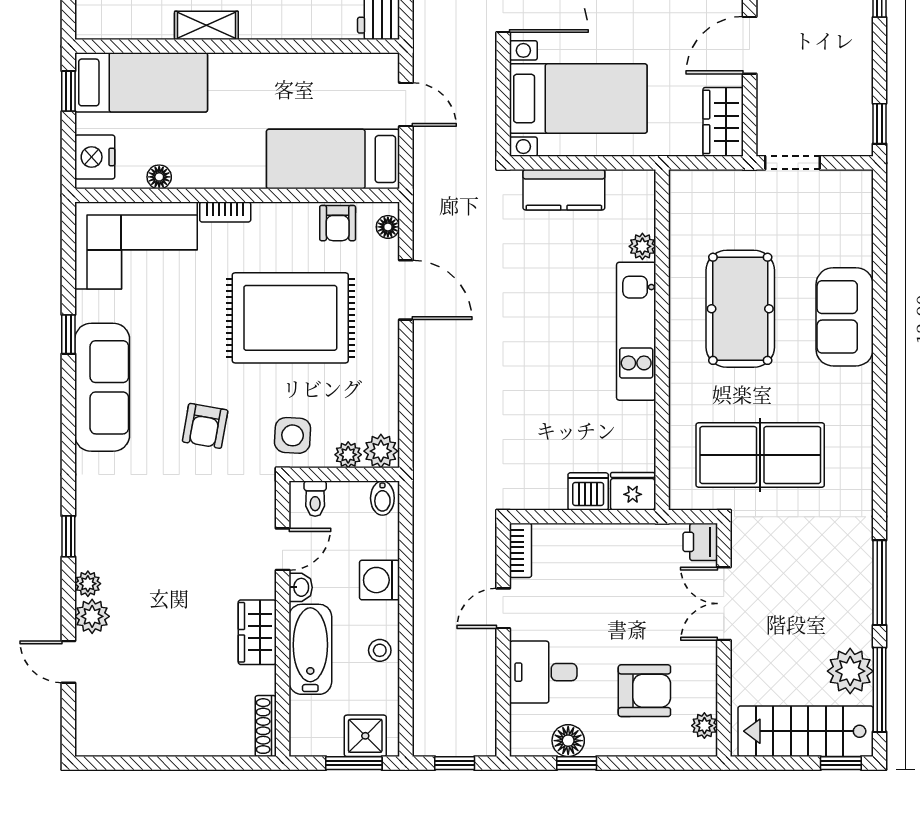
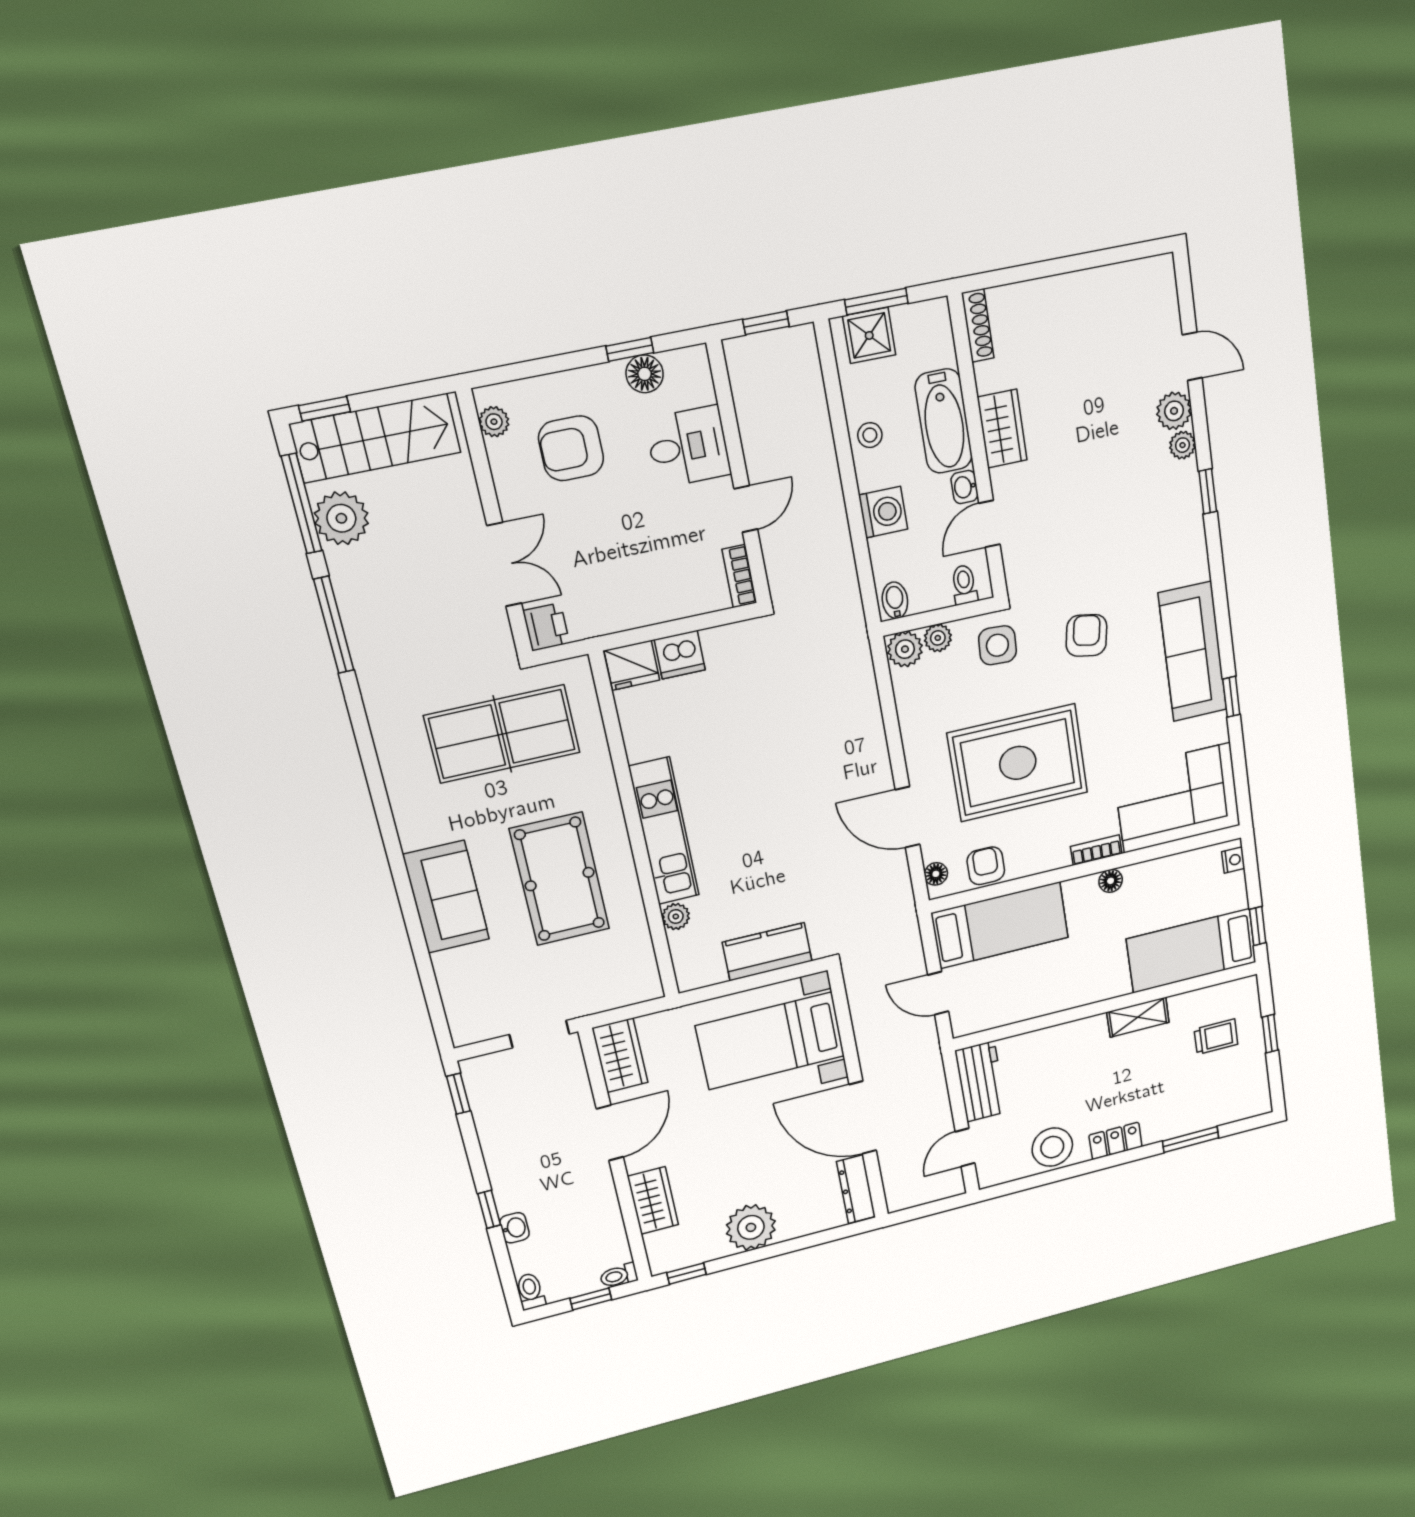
nightstand: (95, 157) -> (1233, 860), width x0.53, depth x0.56
floor lamp: (159, 177) -> (1111, 881), moved

